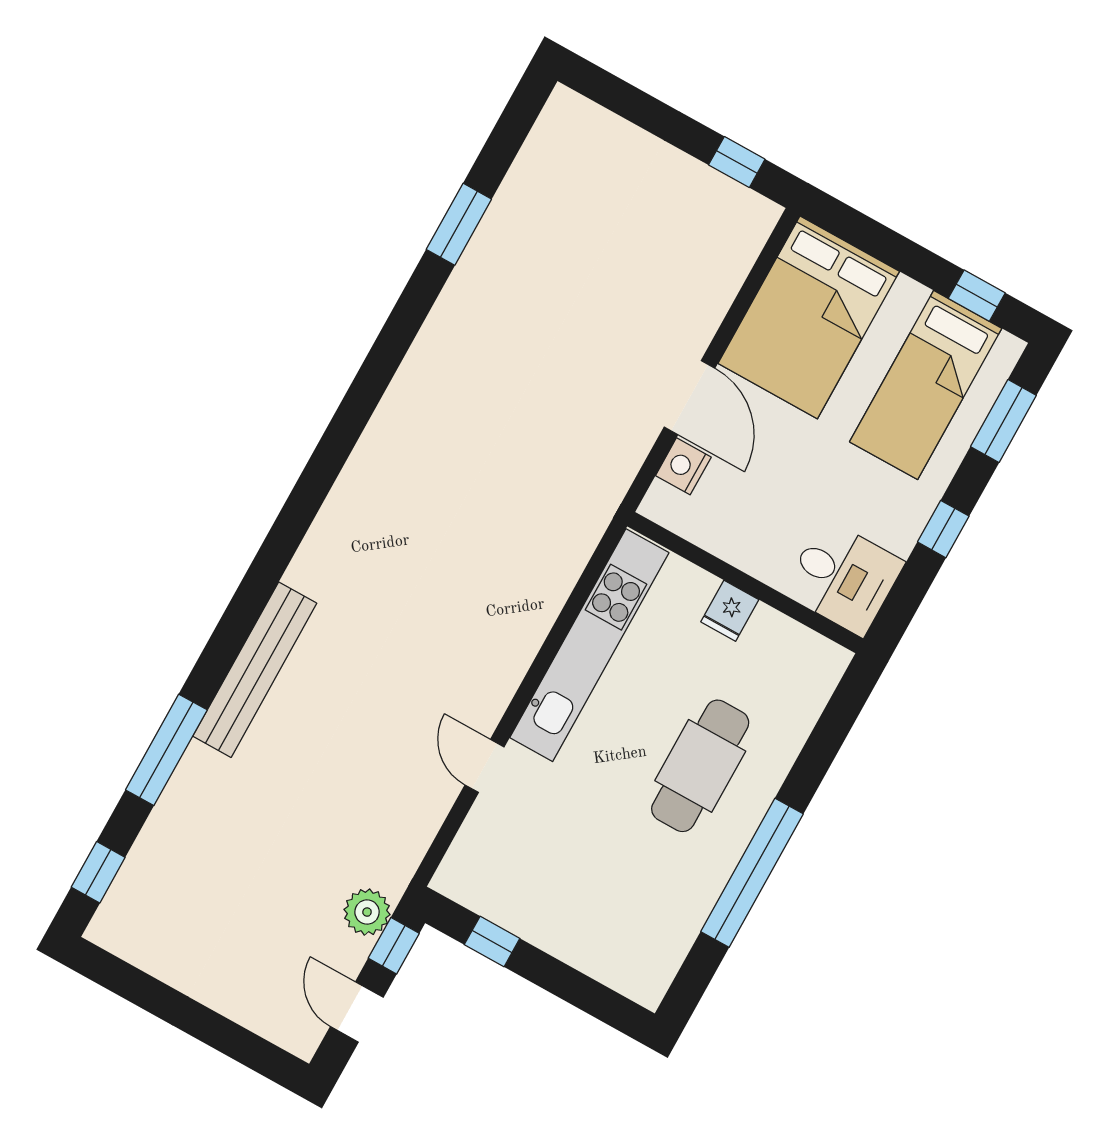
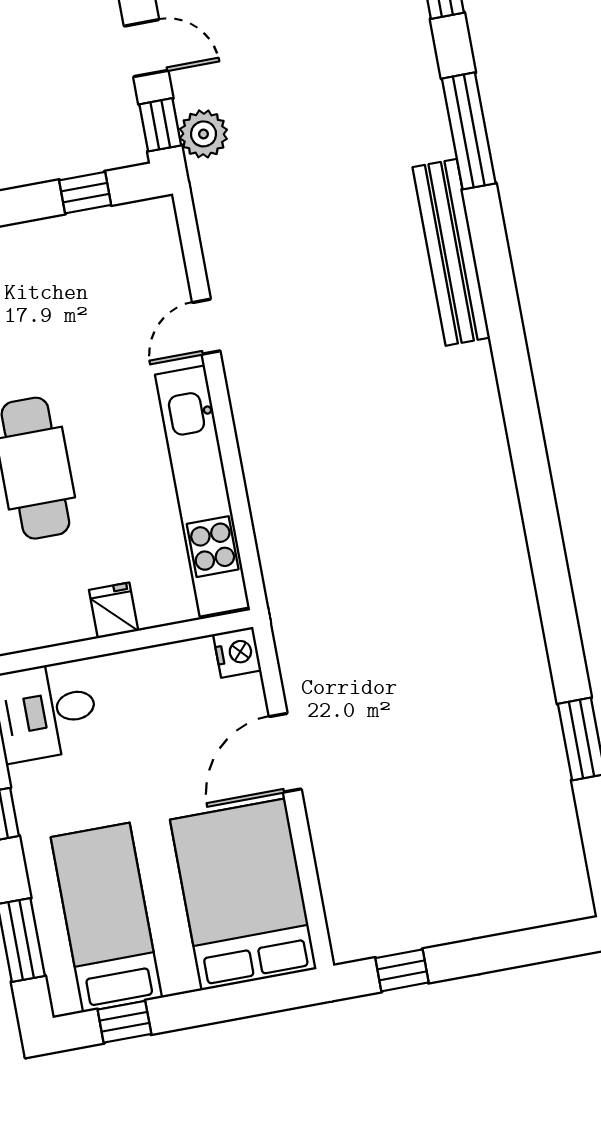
door: (689, 398) -> (285, 753), hinge flipped
nightstand: (683, 466) -> (237, 652), moved
door: (484, 766) -> (206, 327), swing flipped

